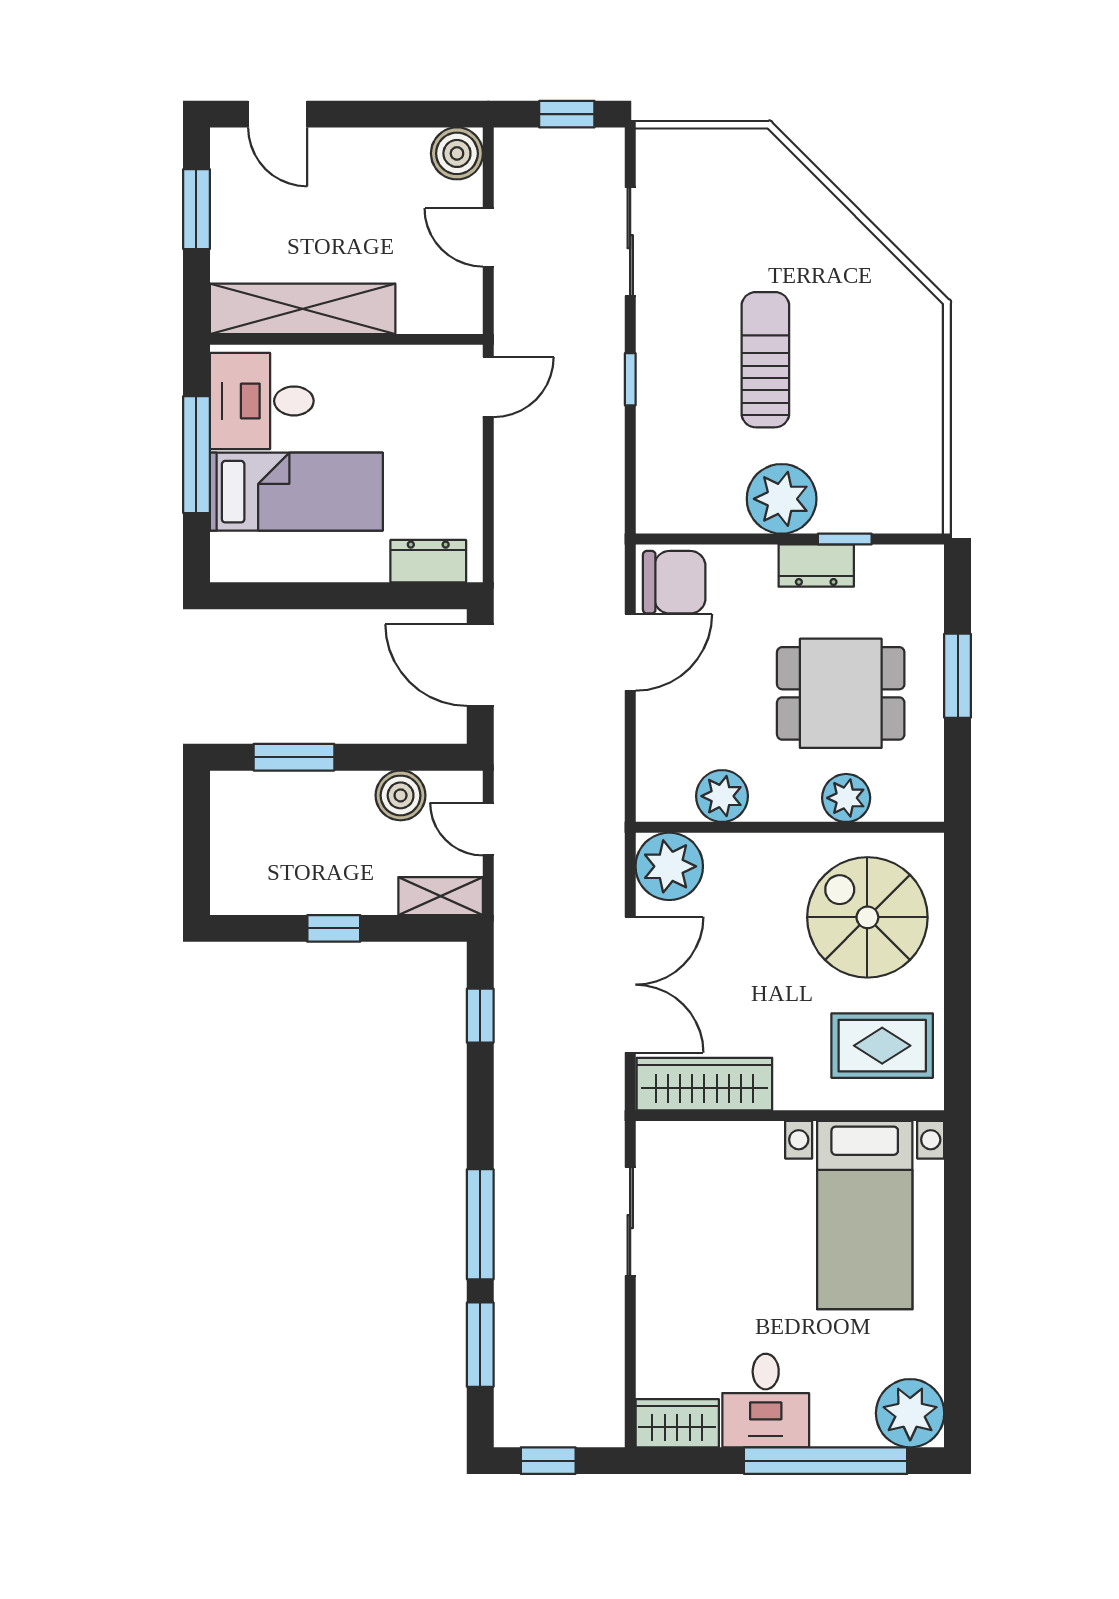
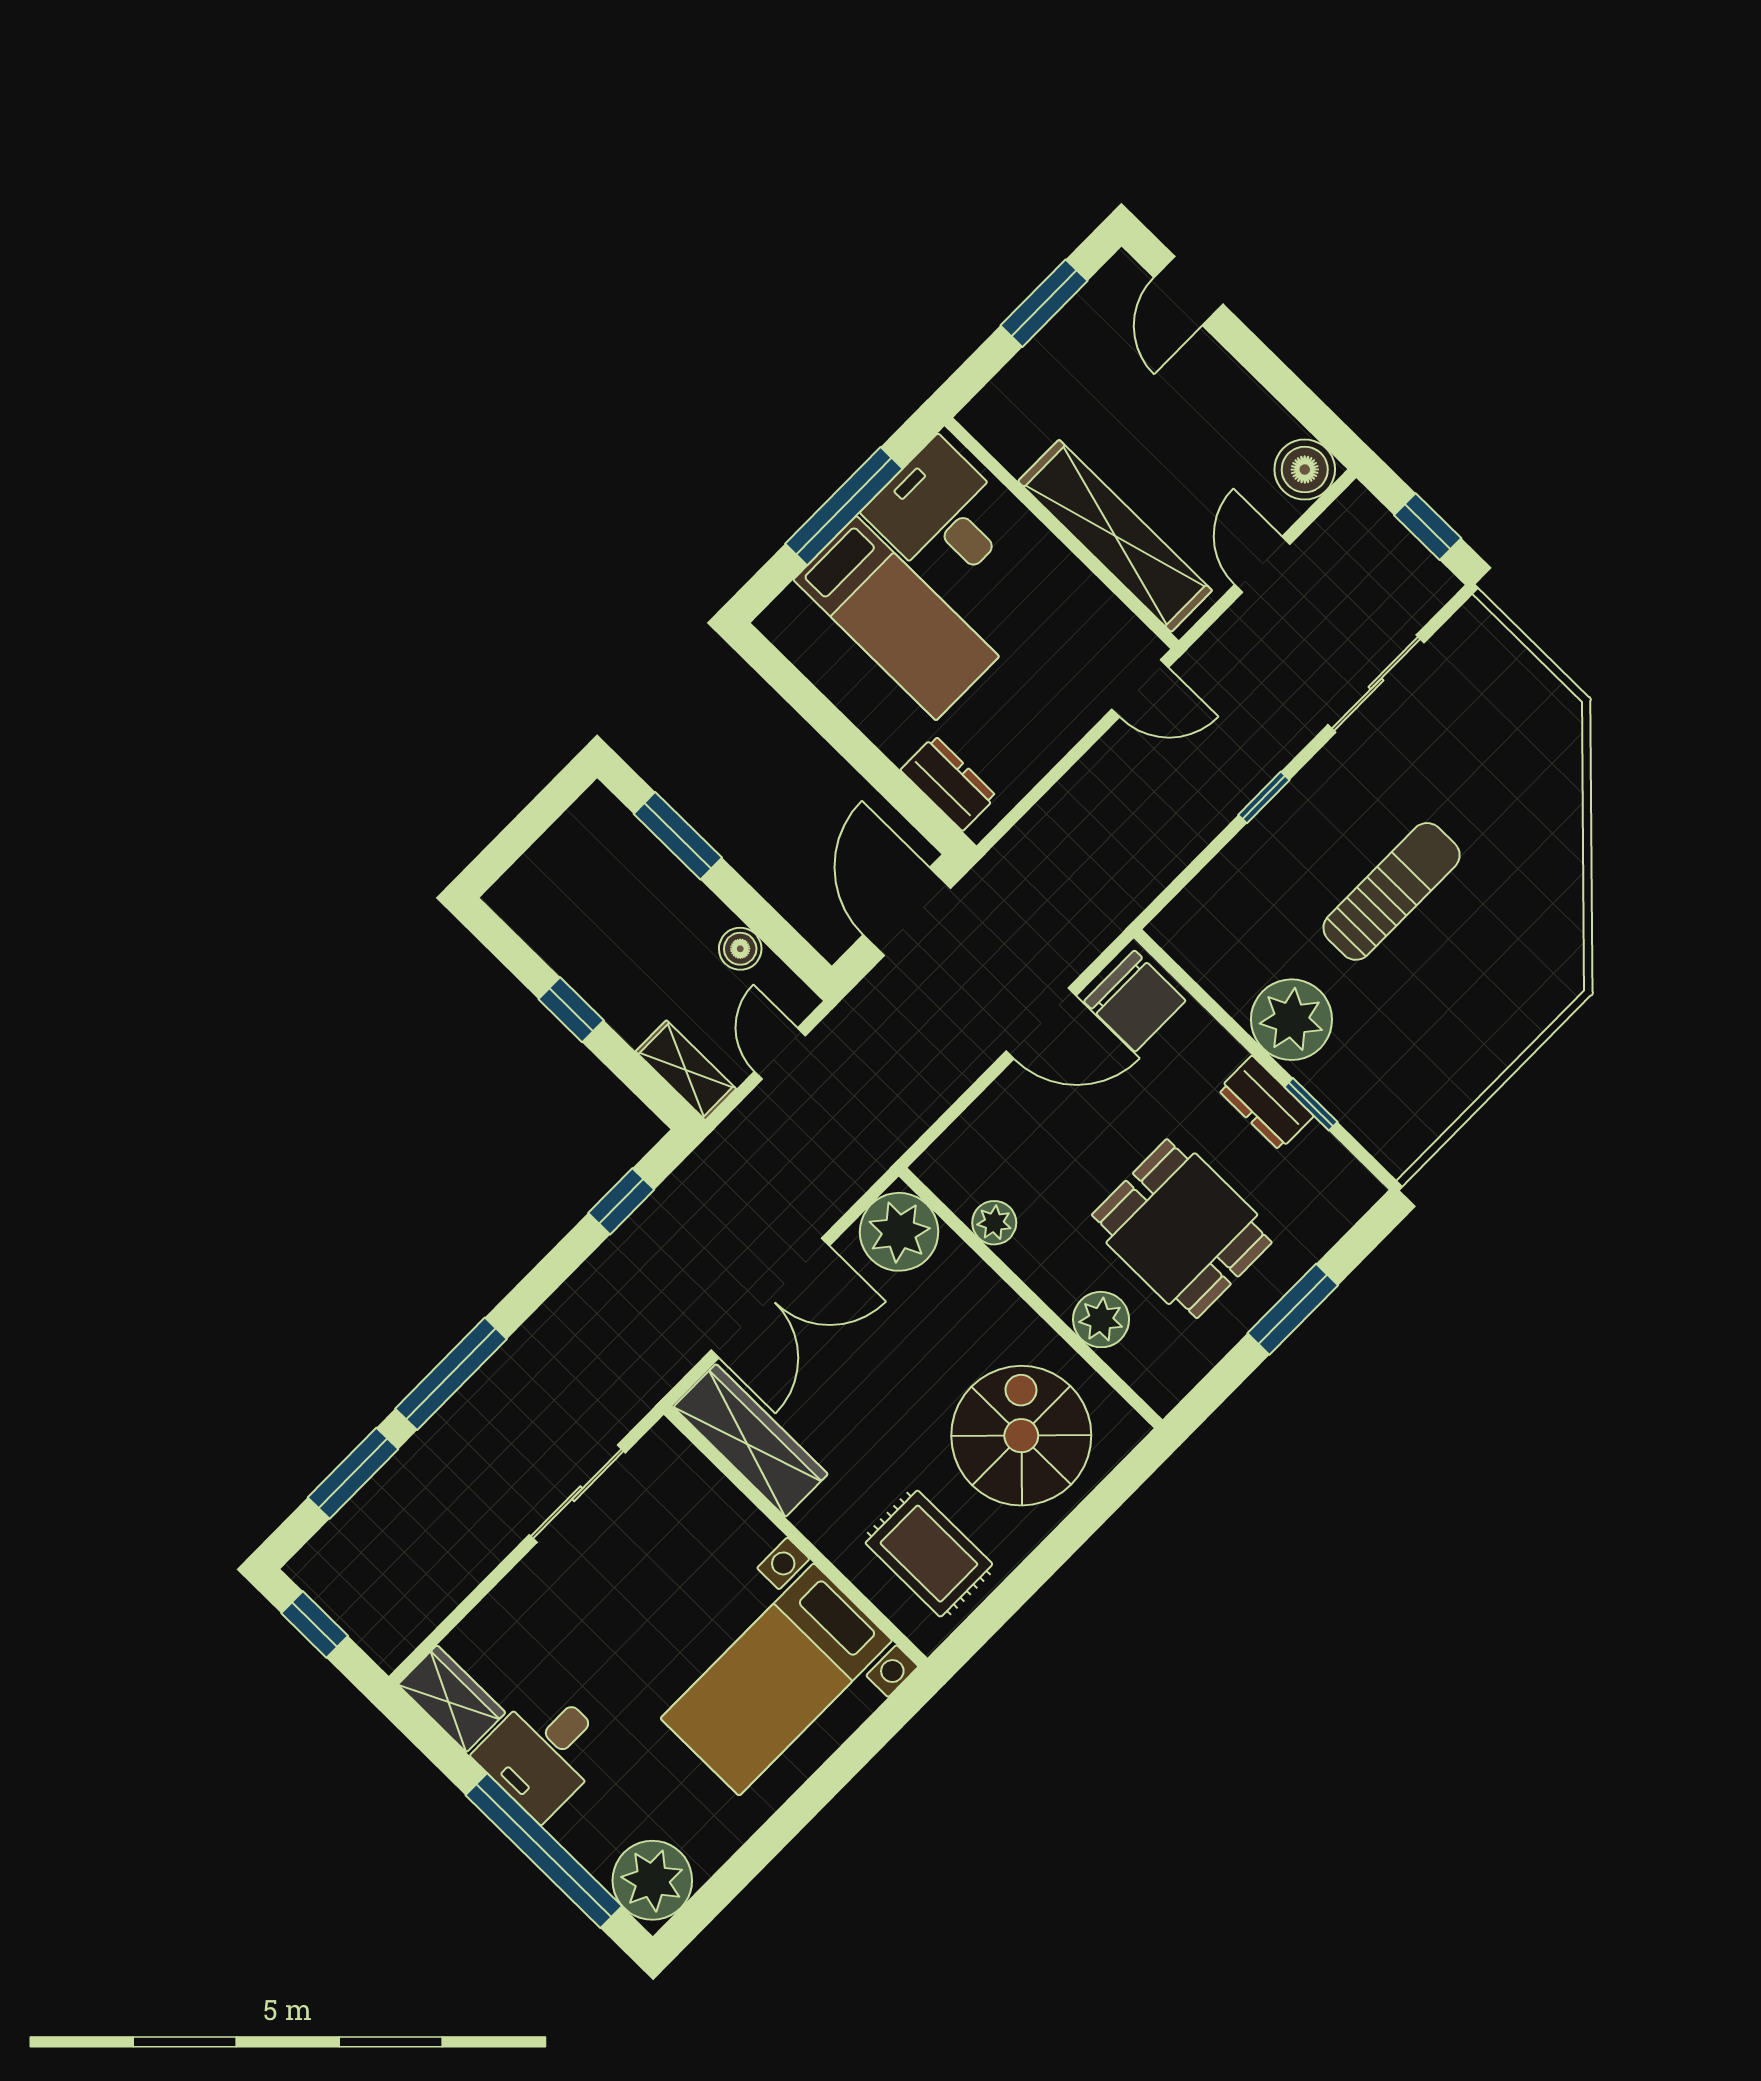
shelving: (303, 309) -> (1115, 536), moved
boiler: (401, 795) -> (740, 949), width x0.73, depth x0.73
plant: (722, 796) -> (994, 1223), width x0.73, depth x0.73

